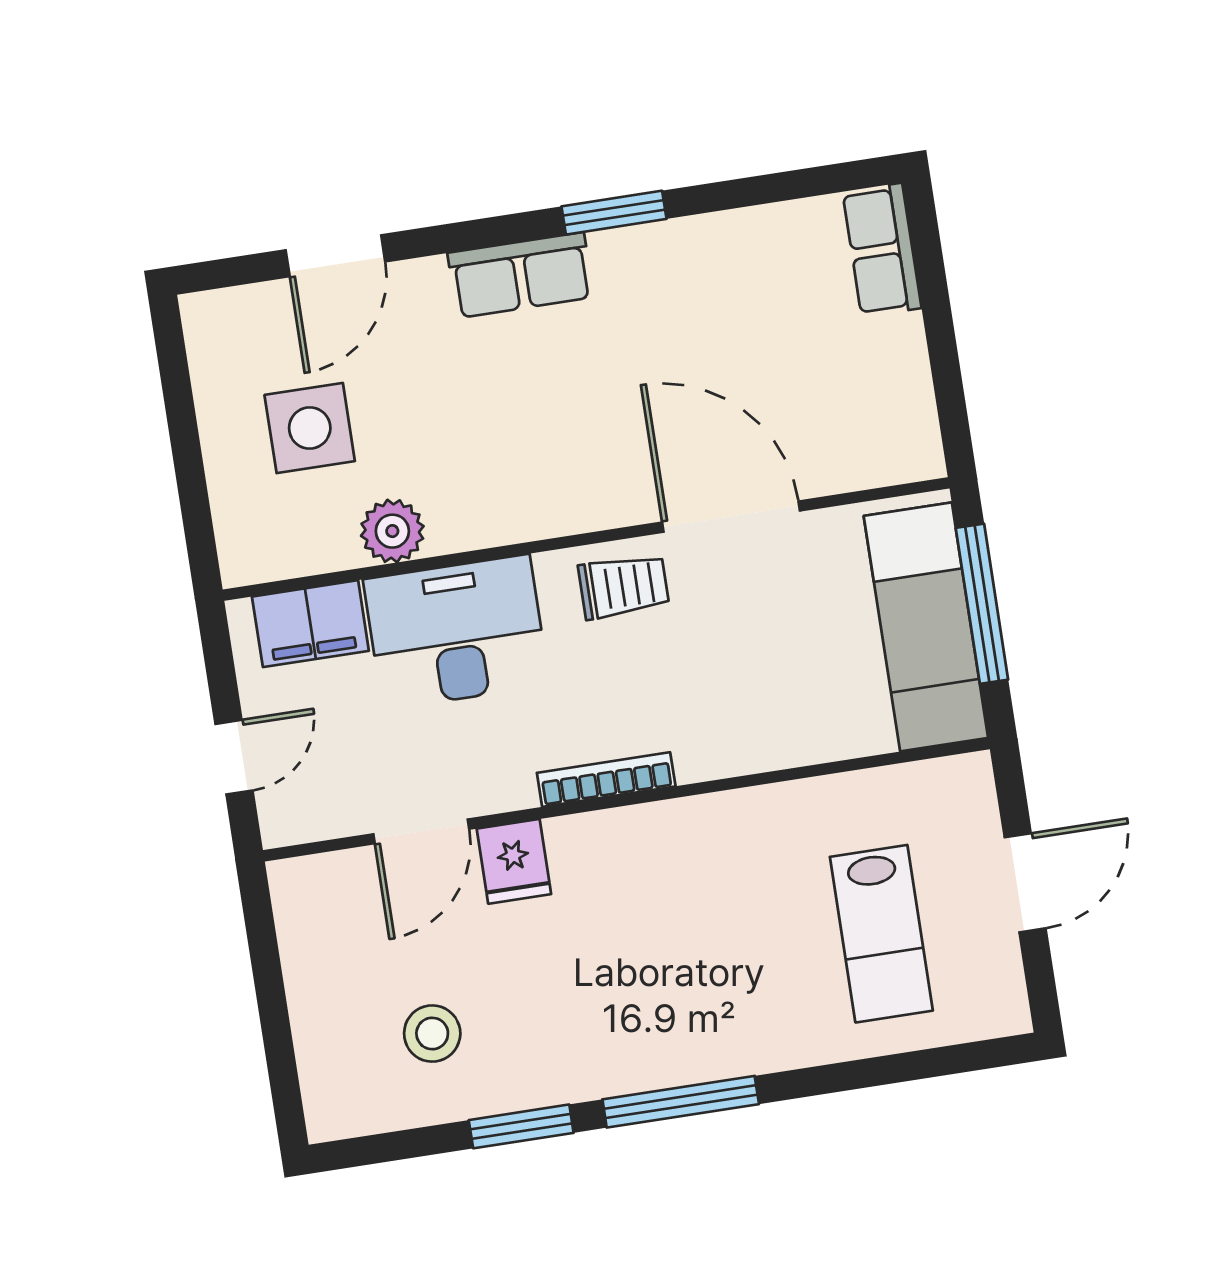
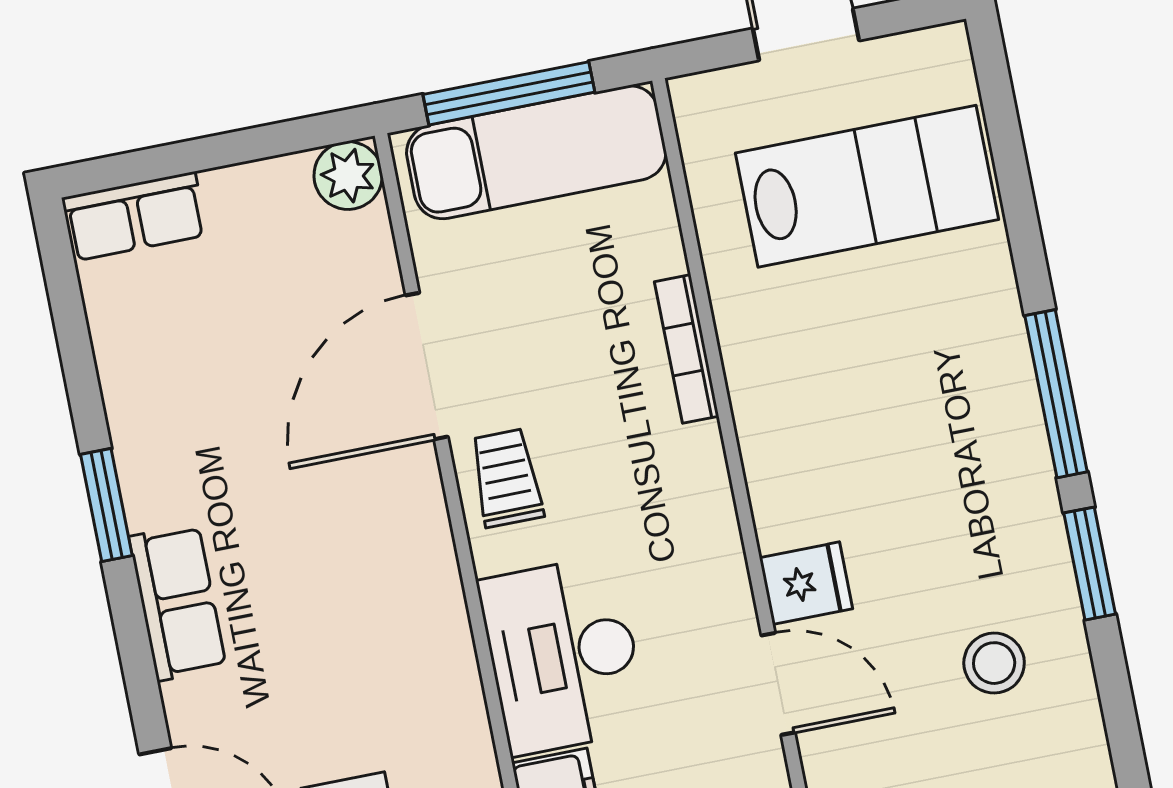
plant: (392, 531) -> (348, 176), moved
bookcase: (606, 780) -> (687, 349), moved
lab bench: (881, 934) -> (867, 186), width x1.36, depth x1.39

